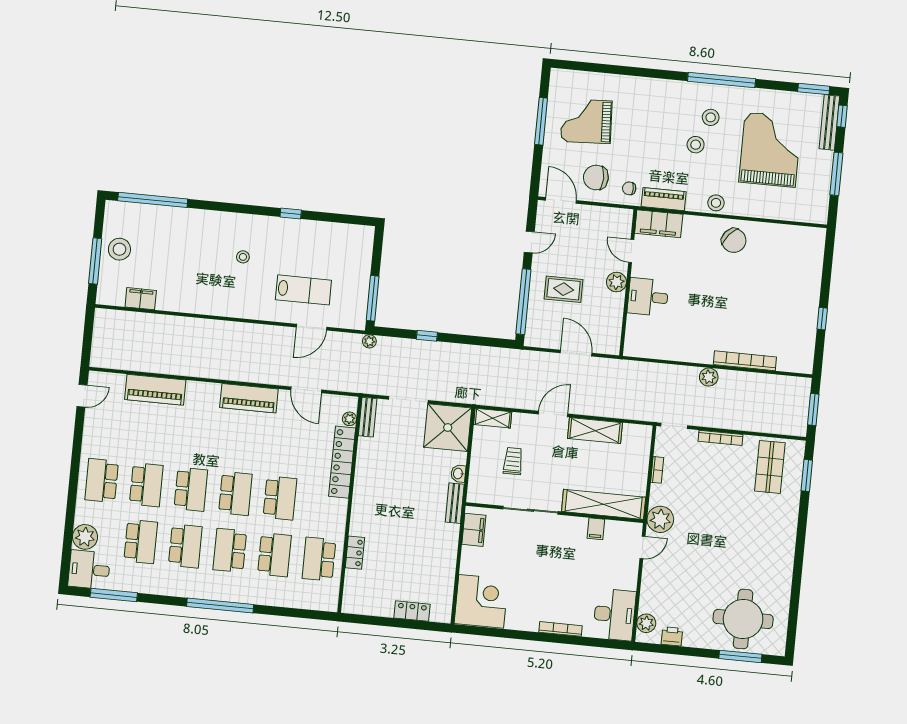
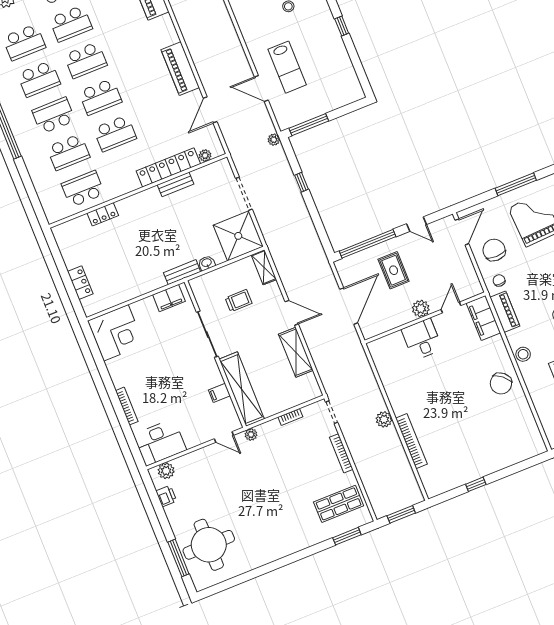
door: (576, 353) -> (349, 306), width x1.36
bench: (368, 417) -> (176, 184), moved
plant: (660, 519) -> (251, 434), width x0.53, depth x0.53

